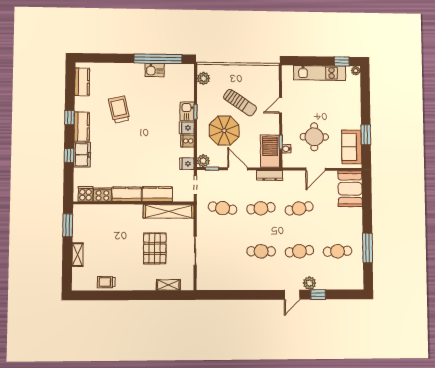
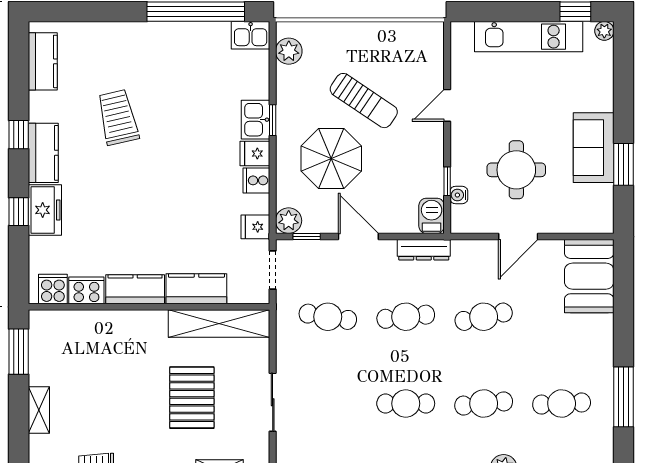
kitchen sink: (155, 70) -> (251, 35), moved
sofa: (352, 147) -> (594, 148), moved
barbecue: (270, 151) -> (432, 216), width x0.53, depth x0.65

